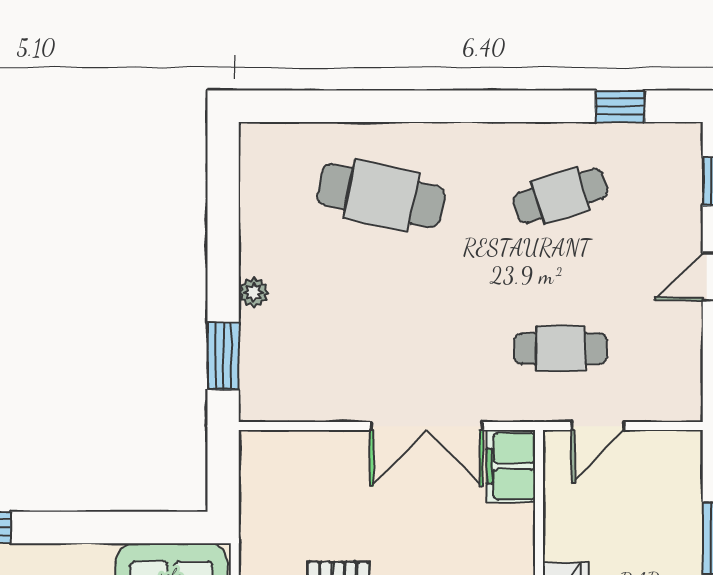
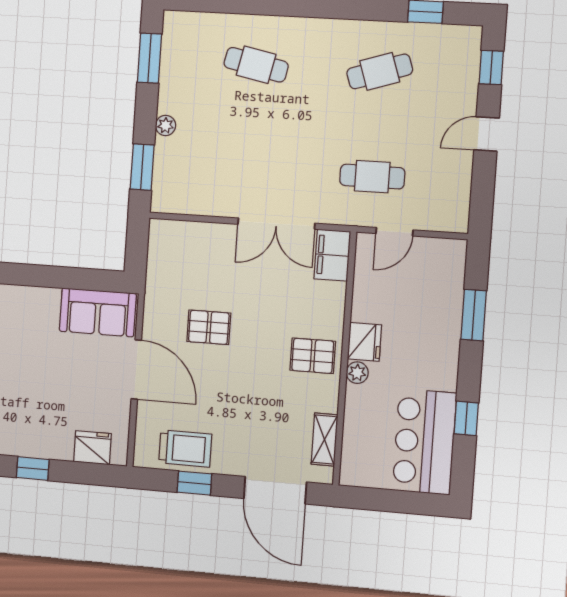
window: (223, 194) -> (150, 58), added
cafe table: (381, 196) -> (256, 65), width x0.73, depth x0.74

